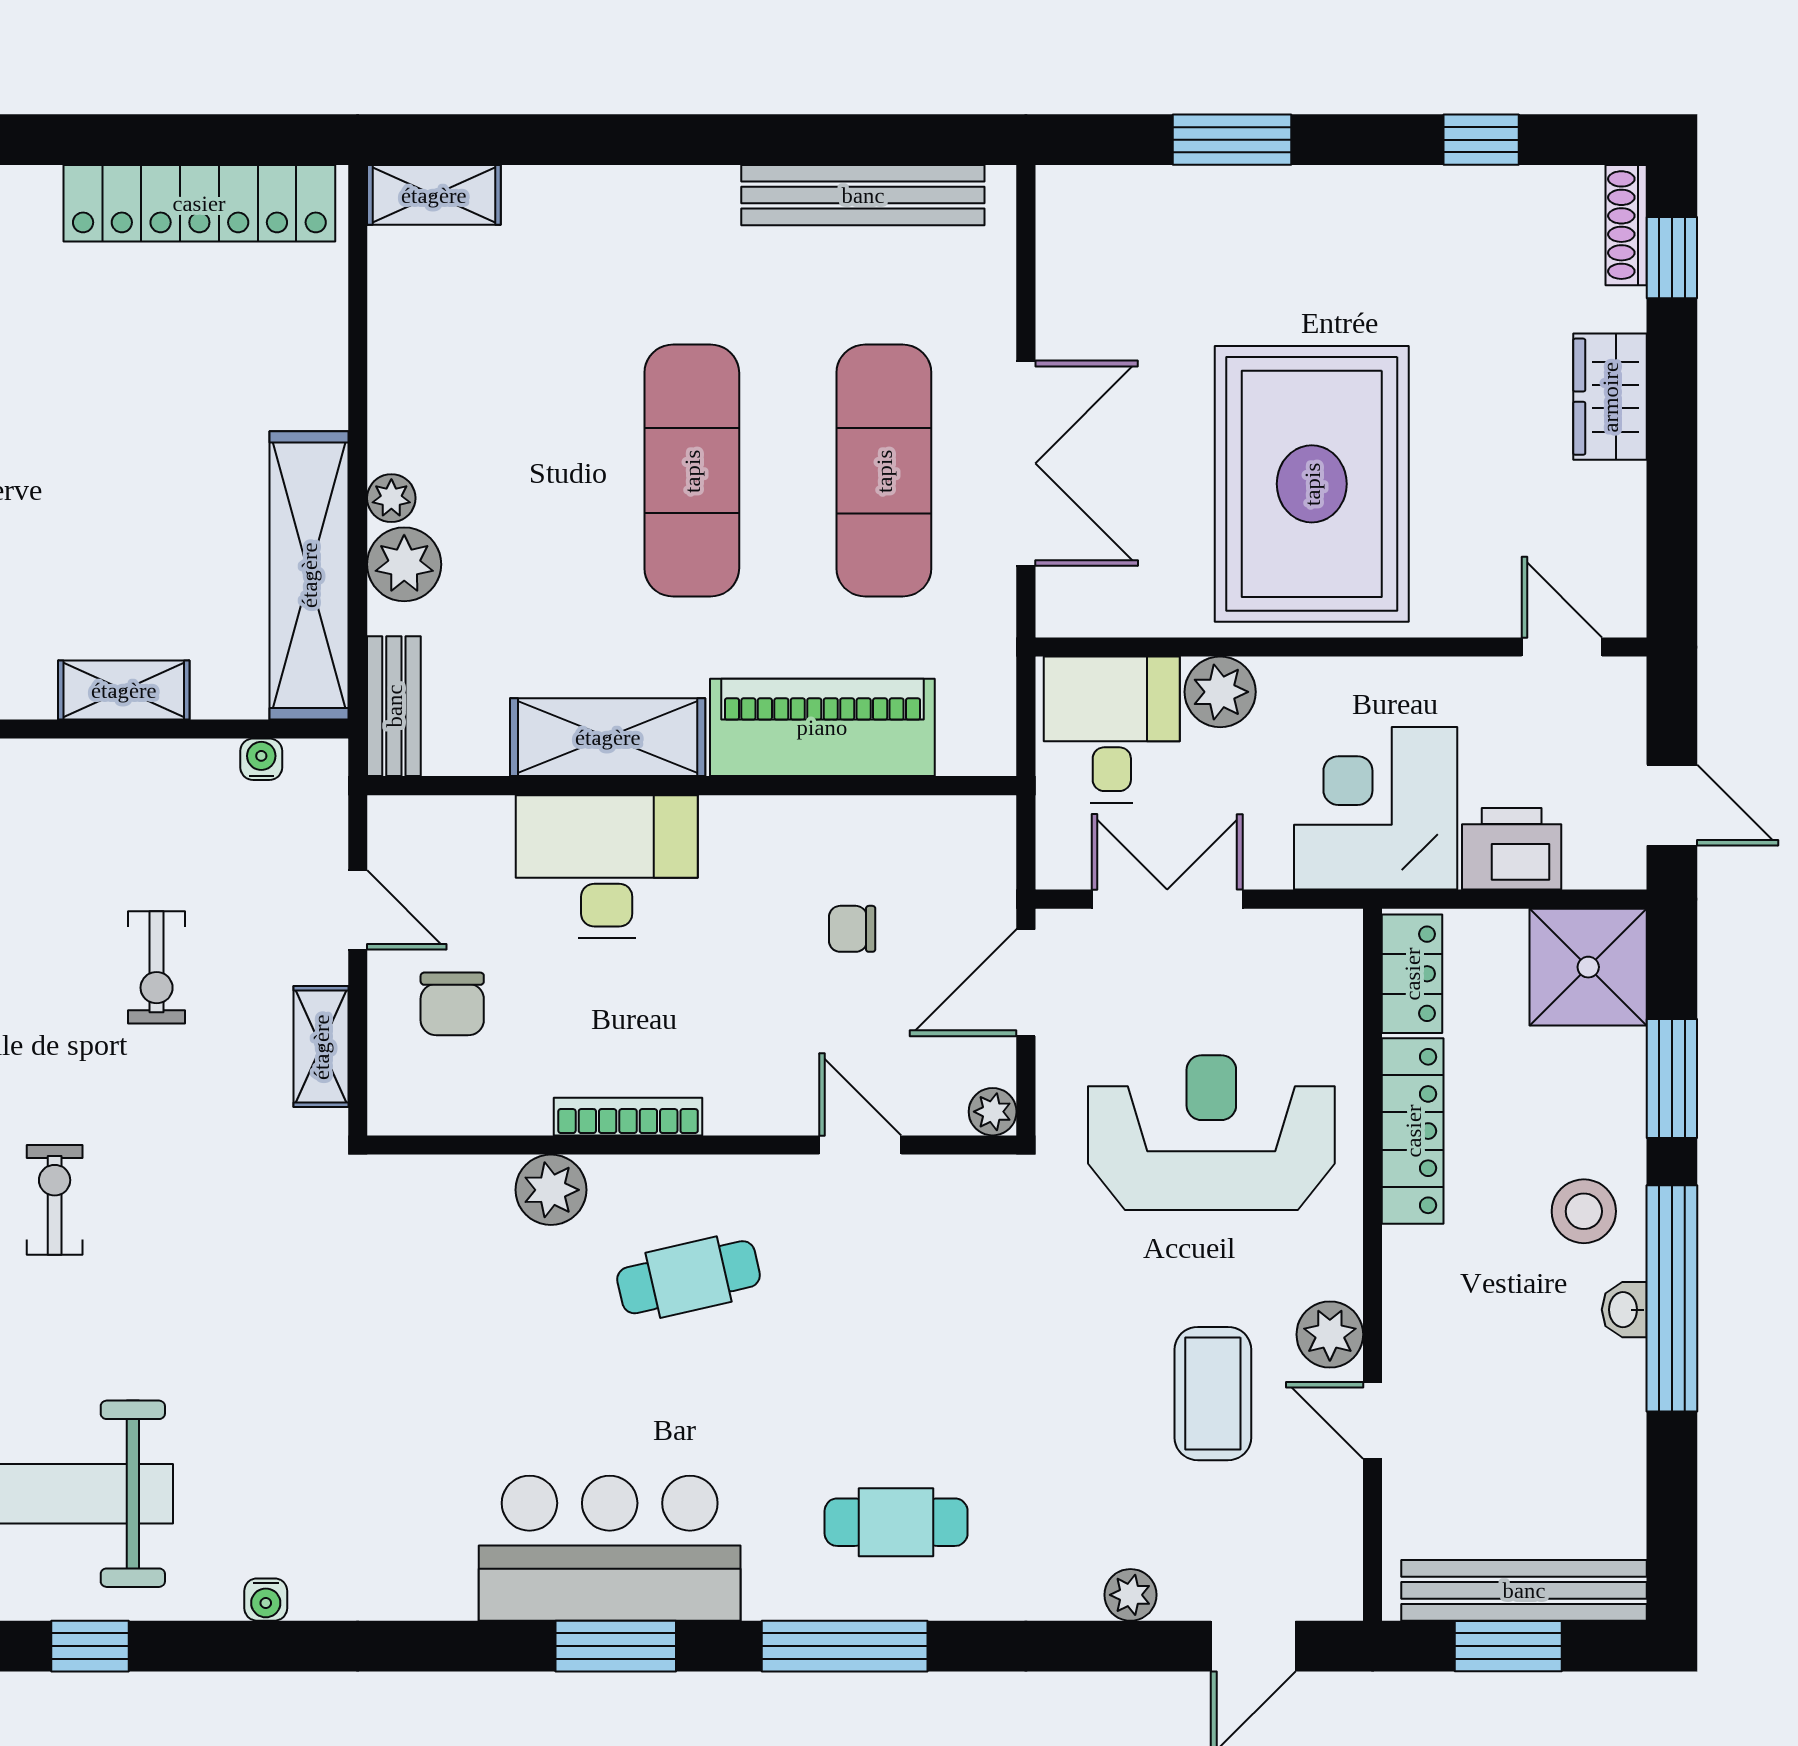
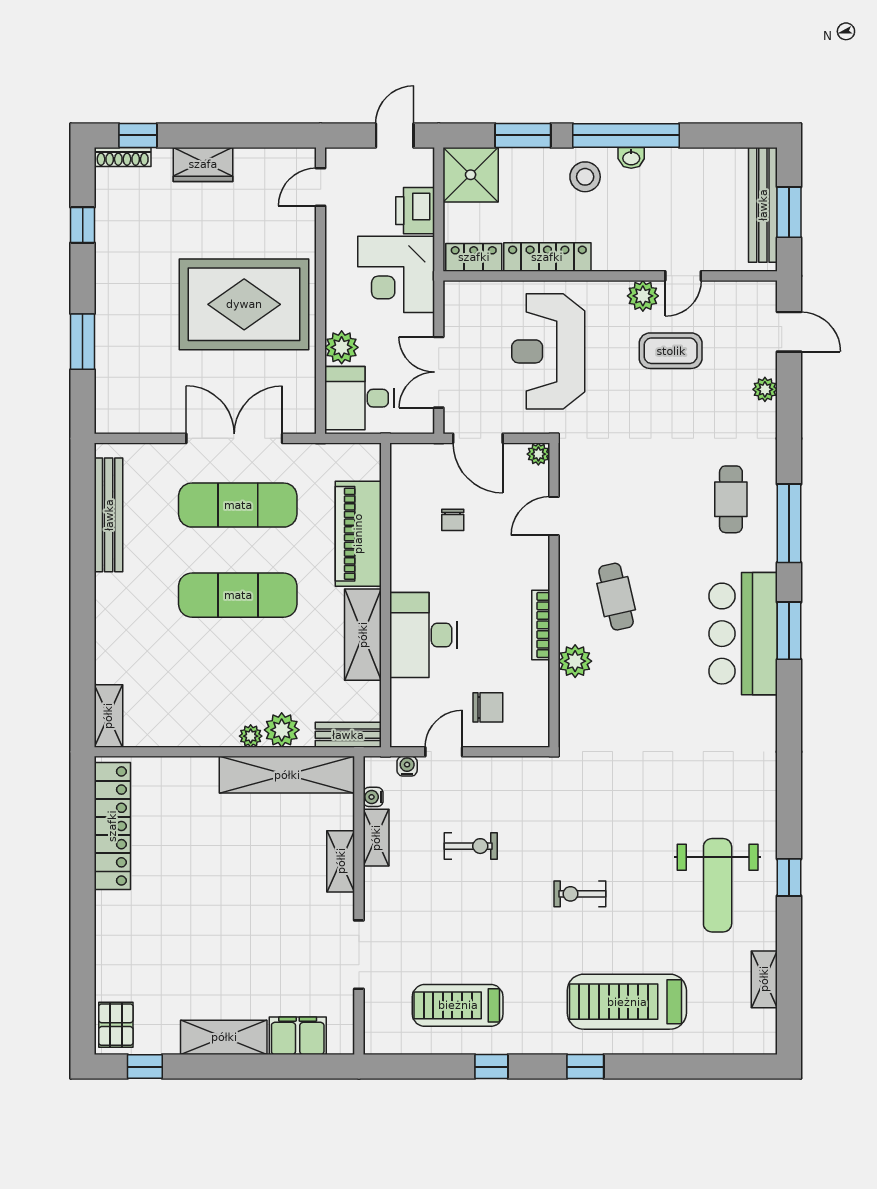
shelving: (321, 1047) -> (376, 838), moved, turned 90
water cooler: (266, 1600) -> (407, 766), moved, turned -90

